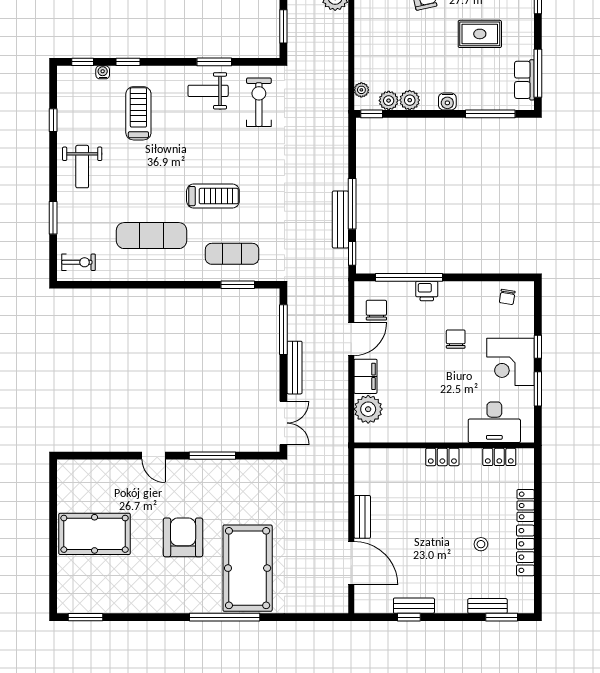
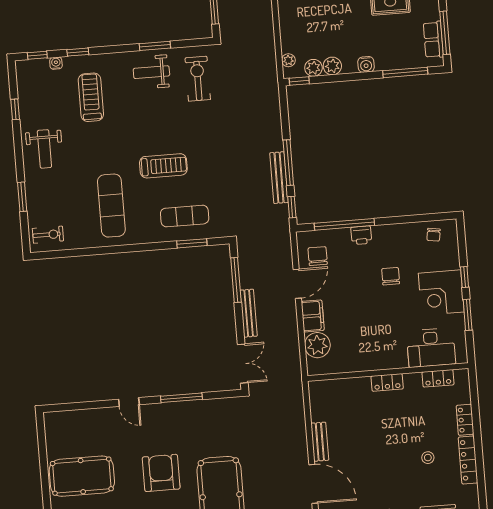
exercise mat: (152, 236) -> (111, 206), turned 90

